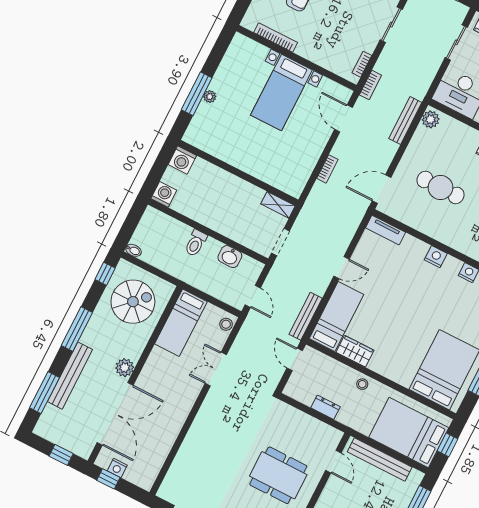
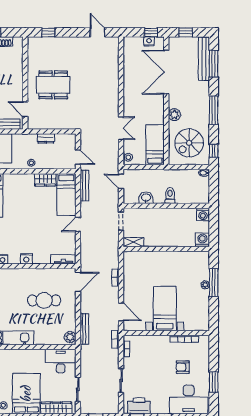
plant: (125, 368) -> (174, 115), moved
bench: (70, 376) -> (204, 59), moved

